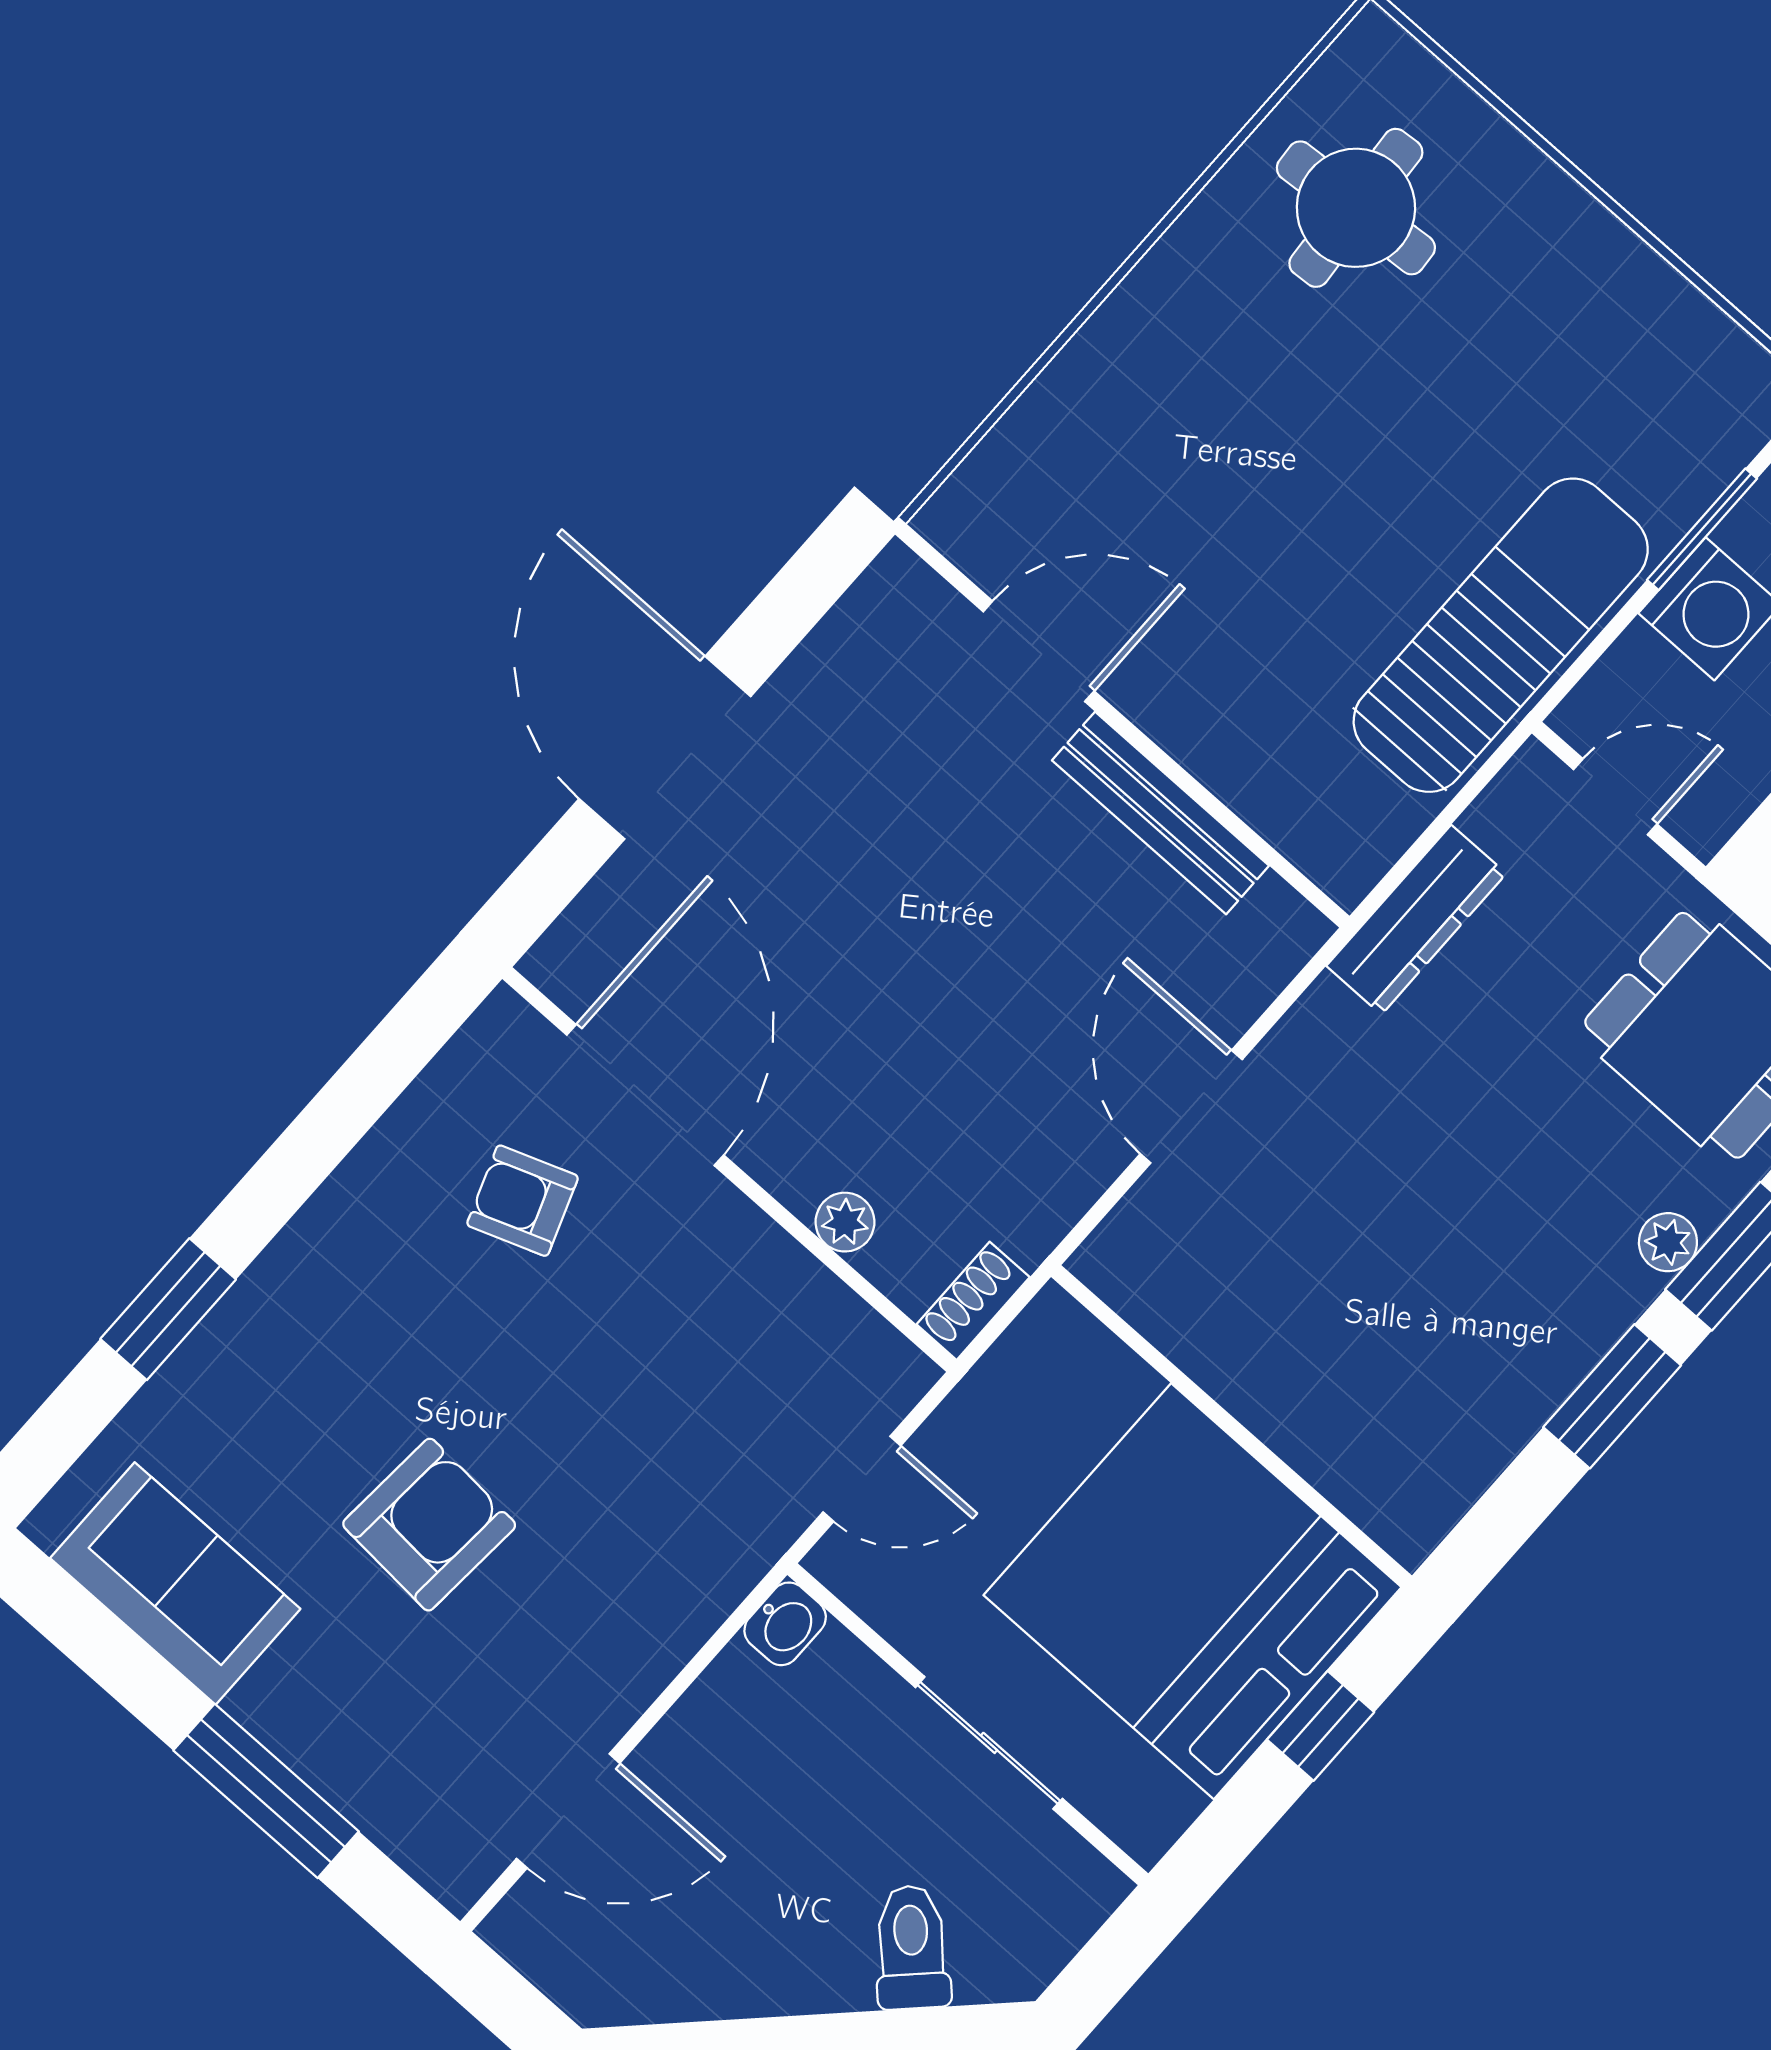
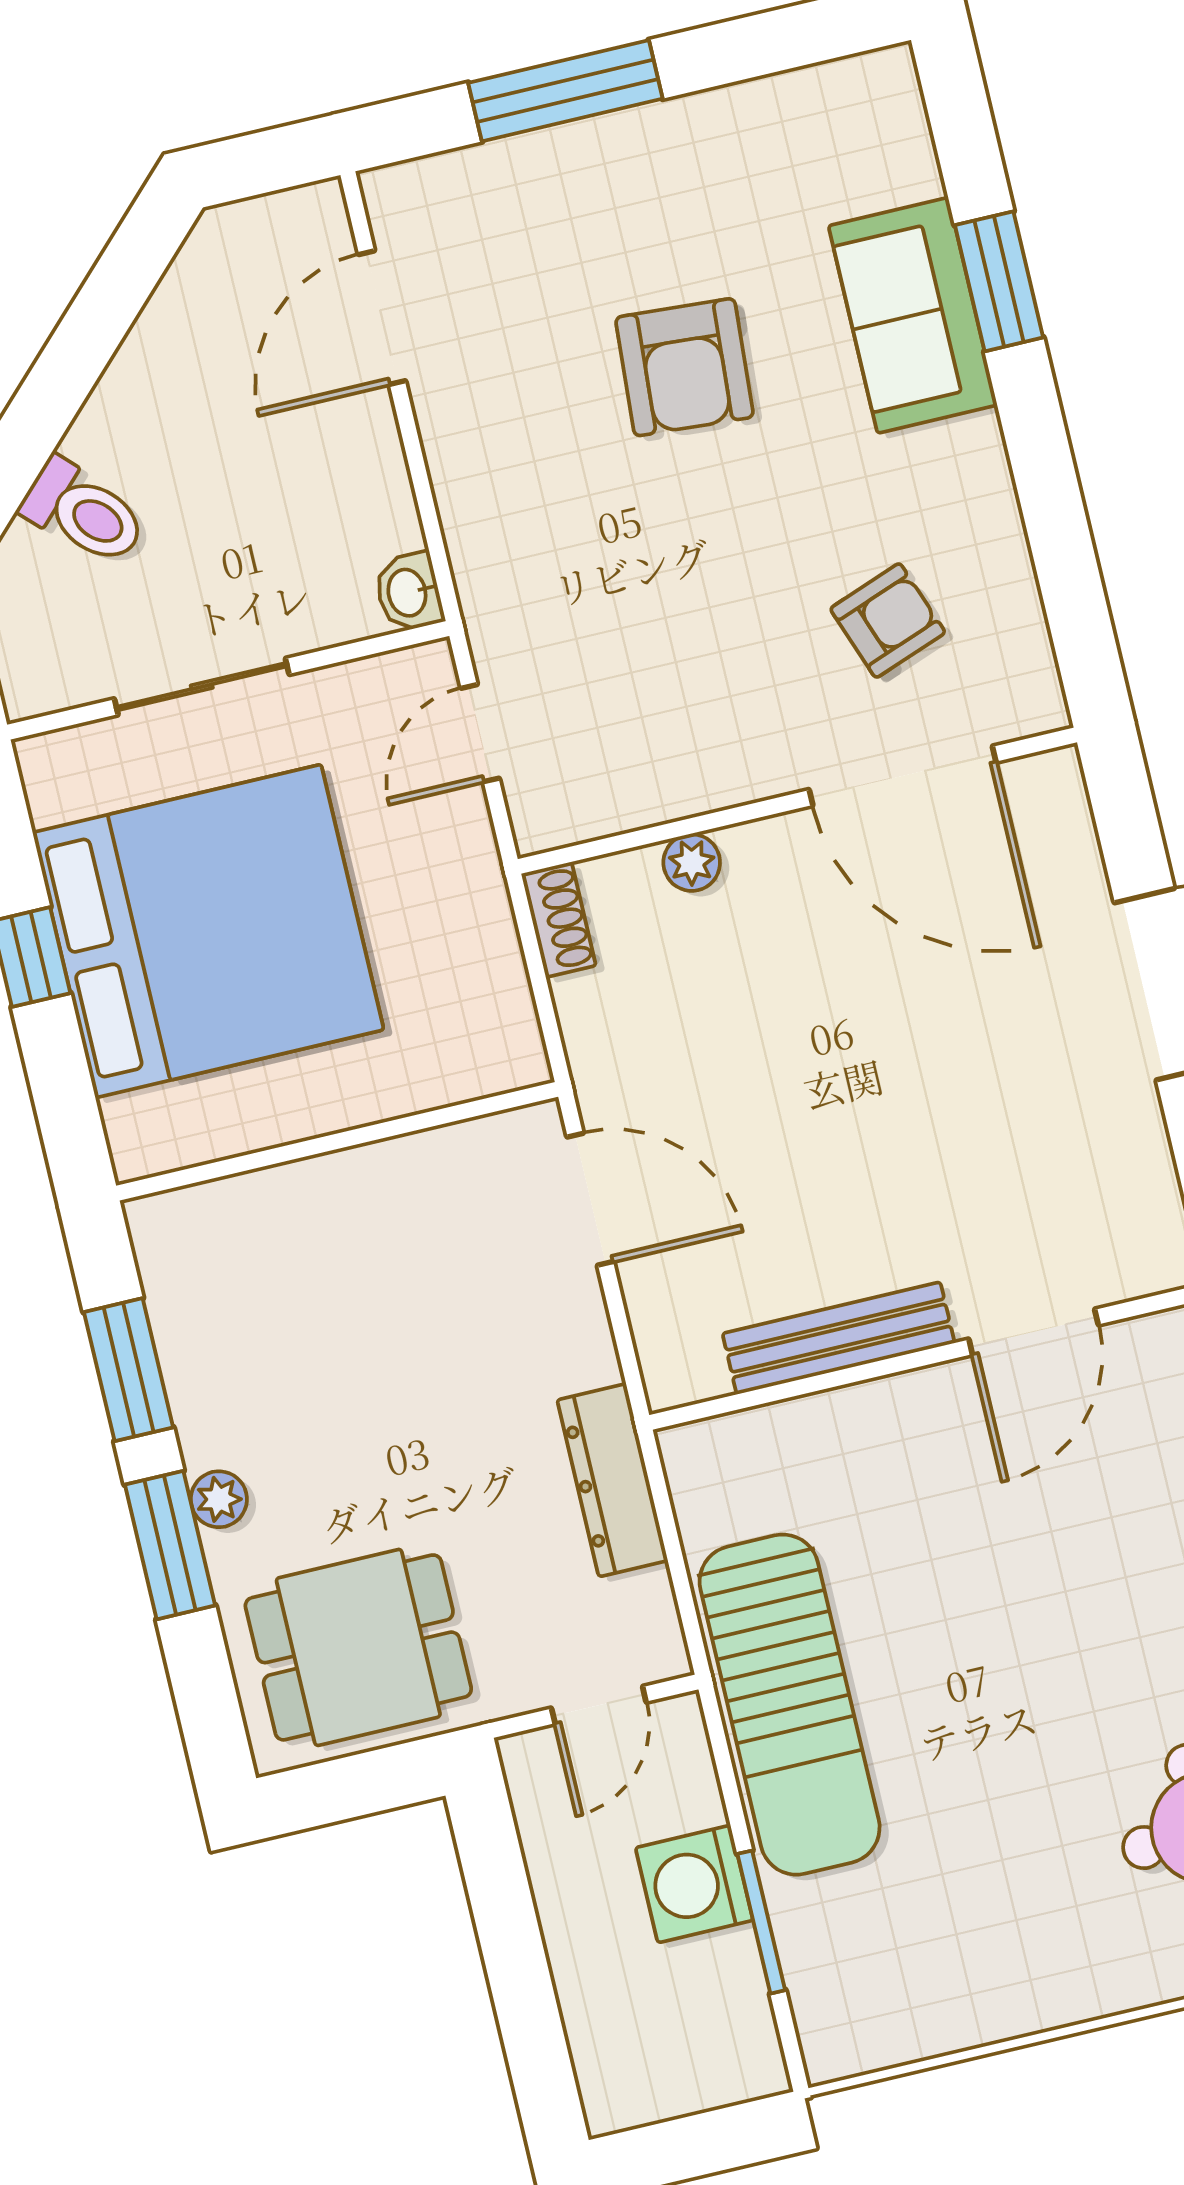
wall: (1231, 1426) -> (337, 1141), moved
sofa: (175, 1583) -> (913, 315), moved, turned 90

